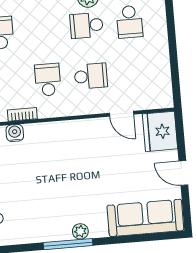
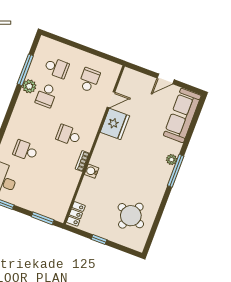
school desk: (91, 76) -> (89, 80), moved
fridge: (160, 131) -> (115, 124), moved, turned -90

